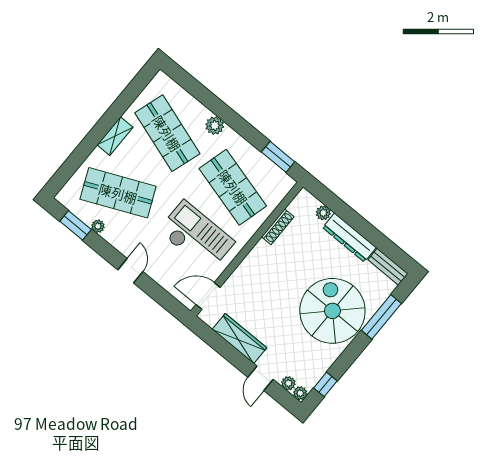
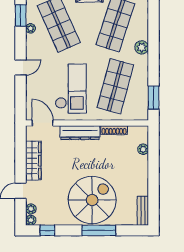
dresser: (349, 238) -> (80, 133), moved, turned -90
window: (381, 317) -> (99, 230), moved

